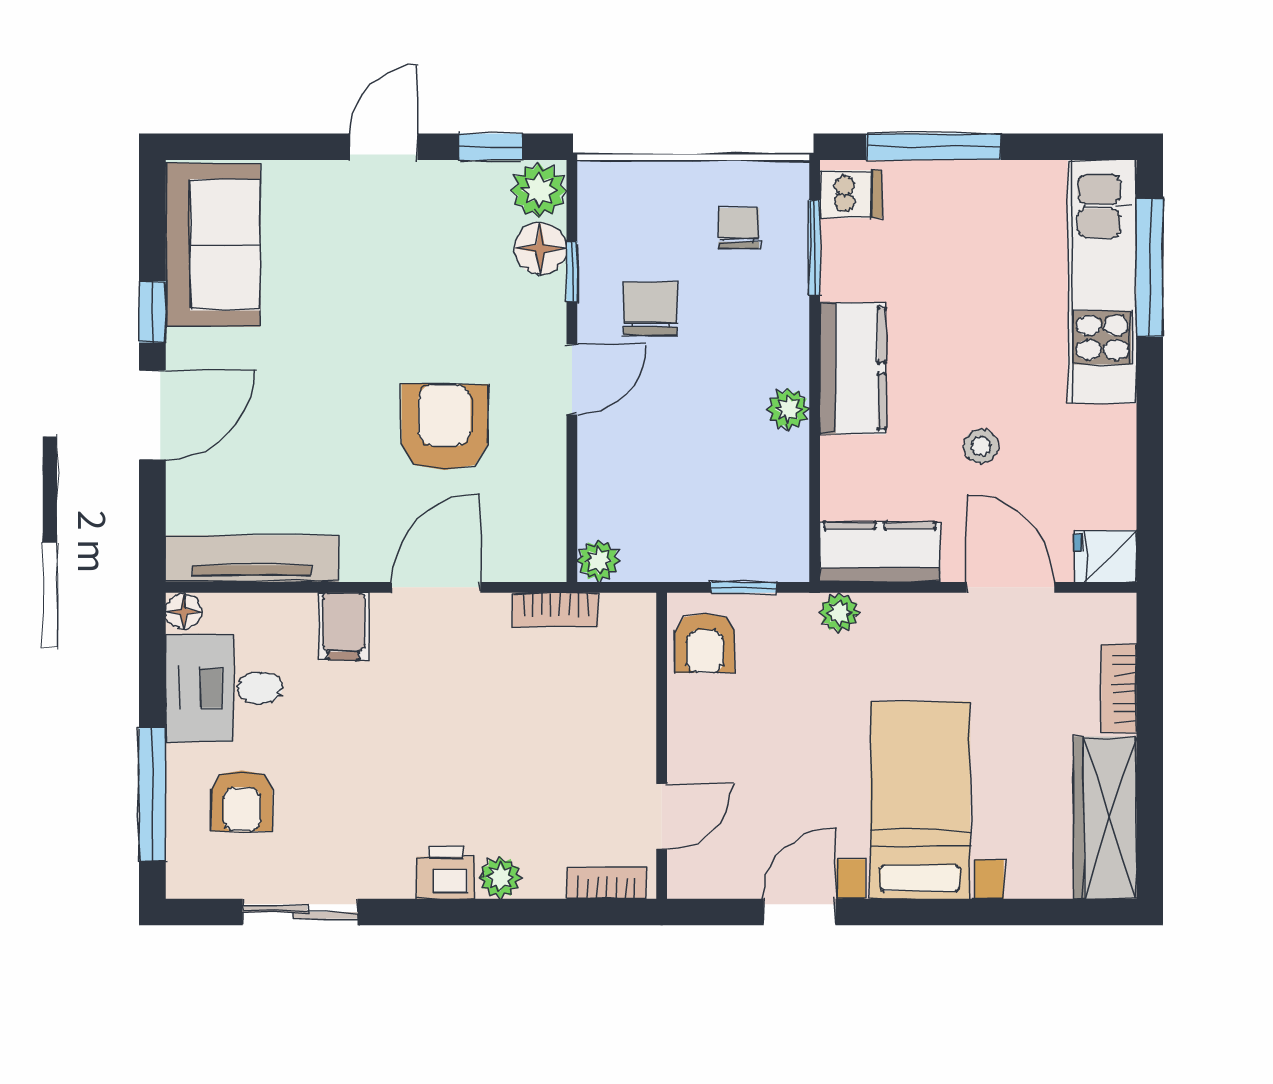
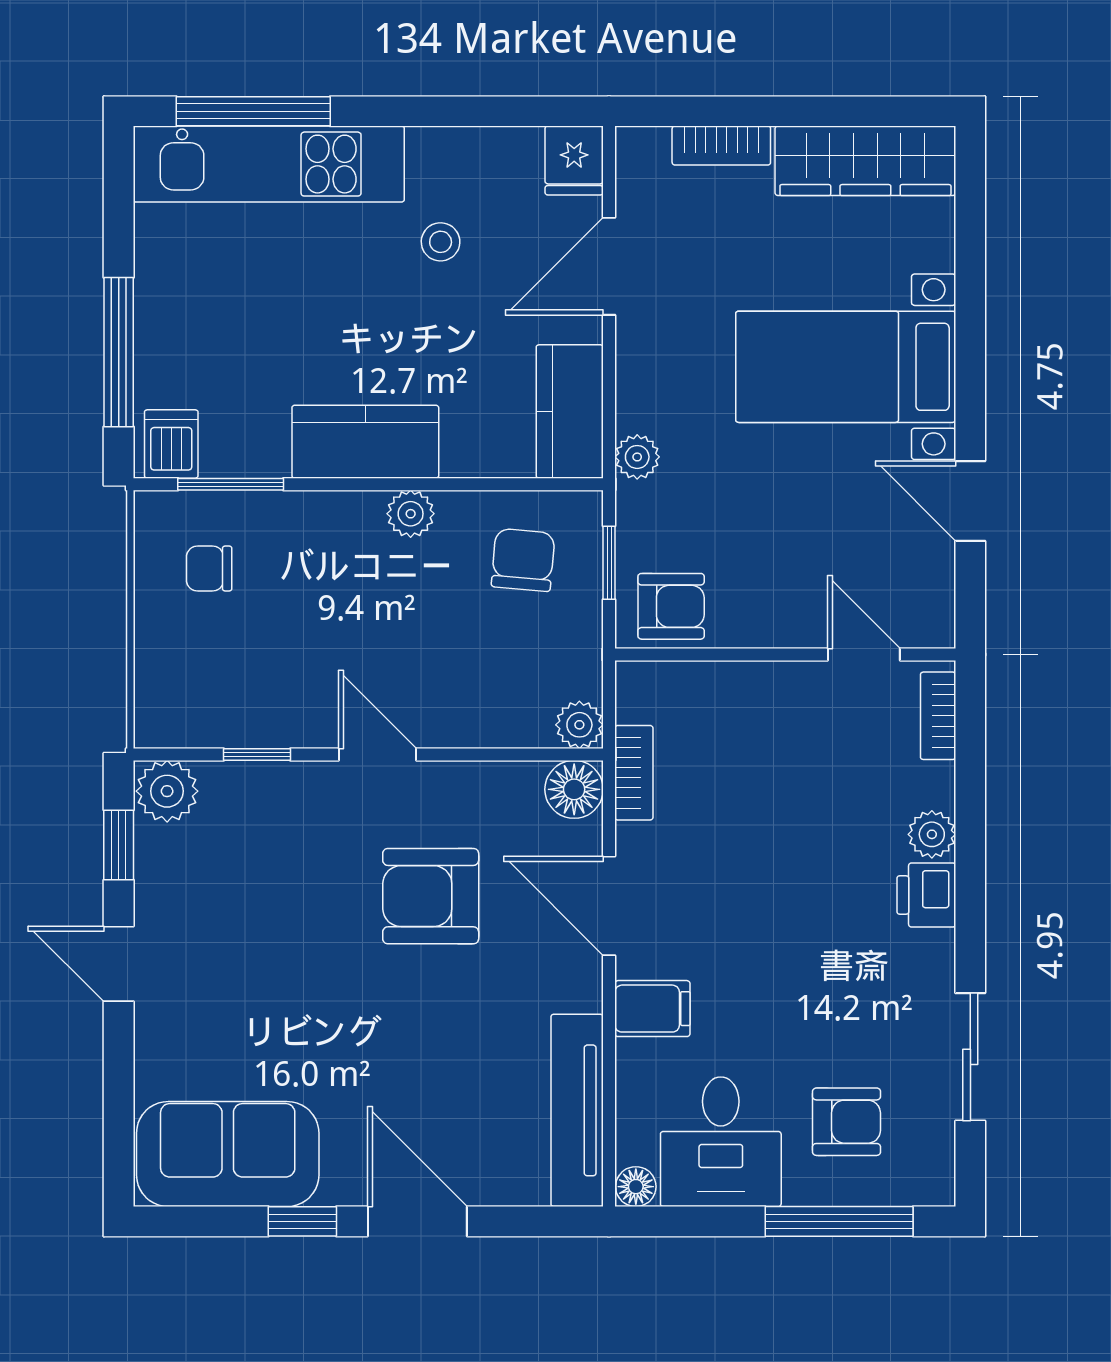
floor lamp: (540, 248) -> (574, 789), moved
chair: (650, 309) -> (523, 560), moved, turned 95
stool: (981, 446) -> (441, 242), moved

